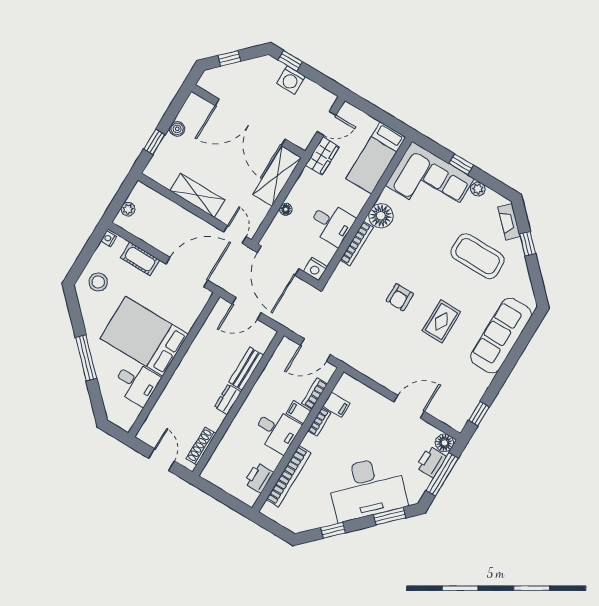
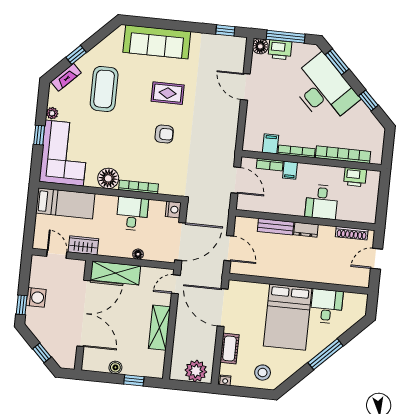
plant: (128, 209) -> (196, 371), width x1.88, depth x1.88
bookcase: (319, 422) -> (296, 151), width x1.56
desk: (277, 431) -> (322, 202), moved, turned 180

